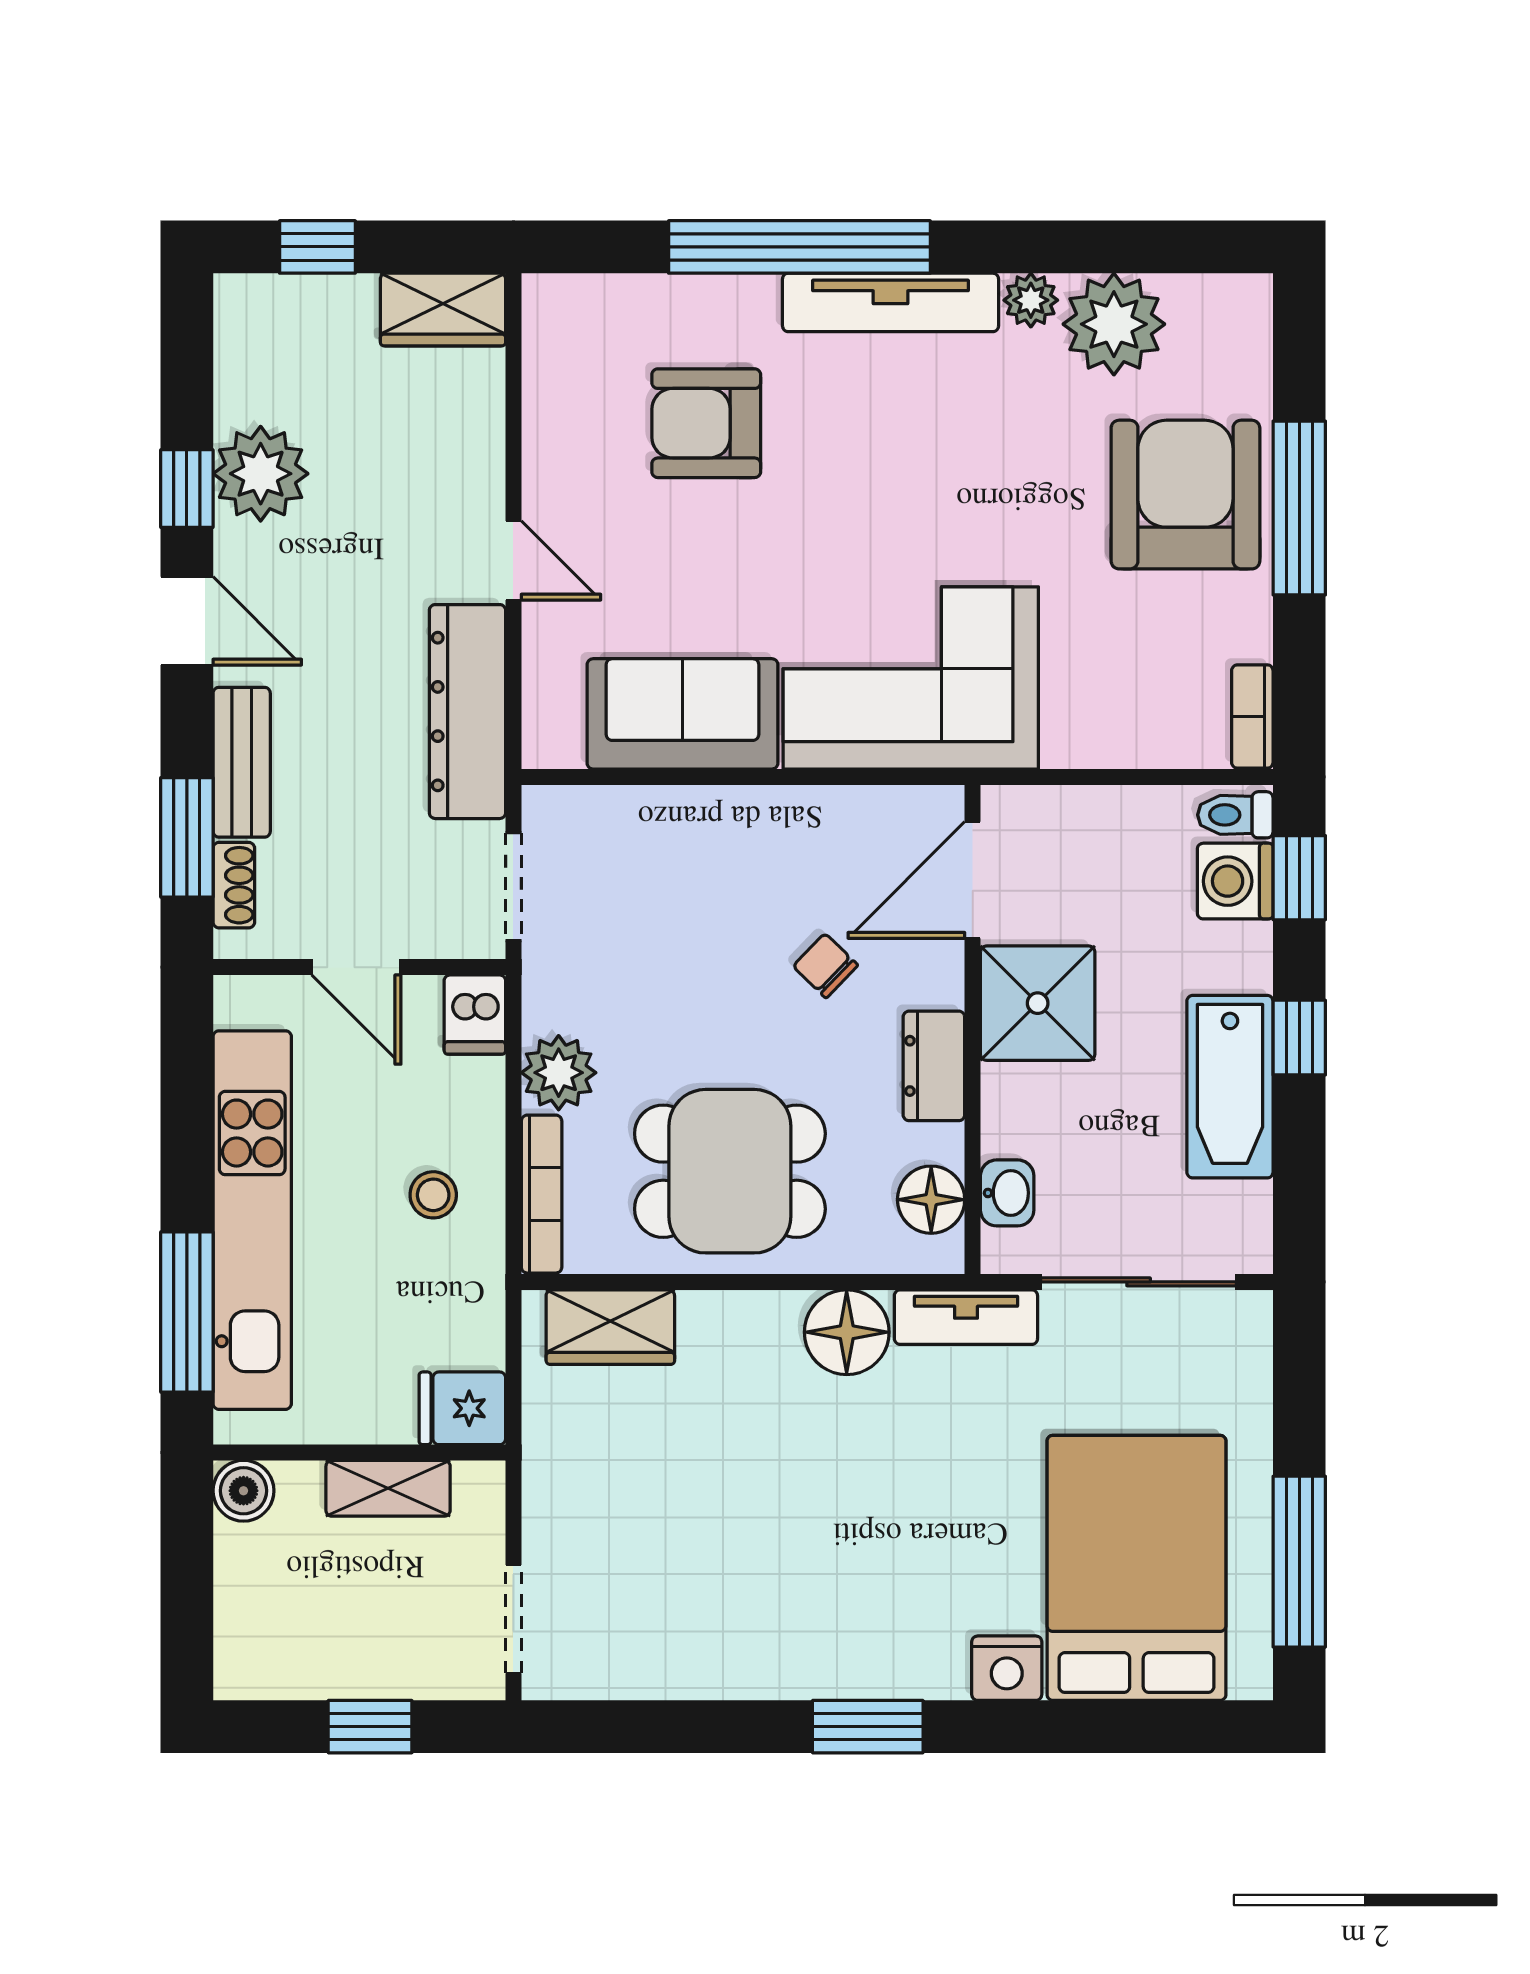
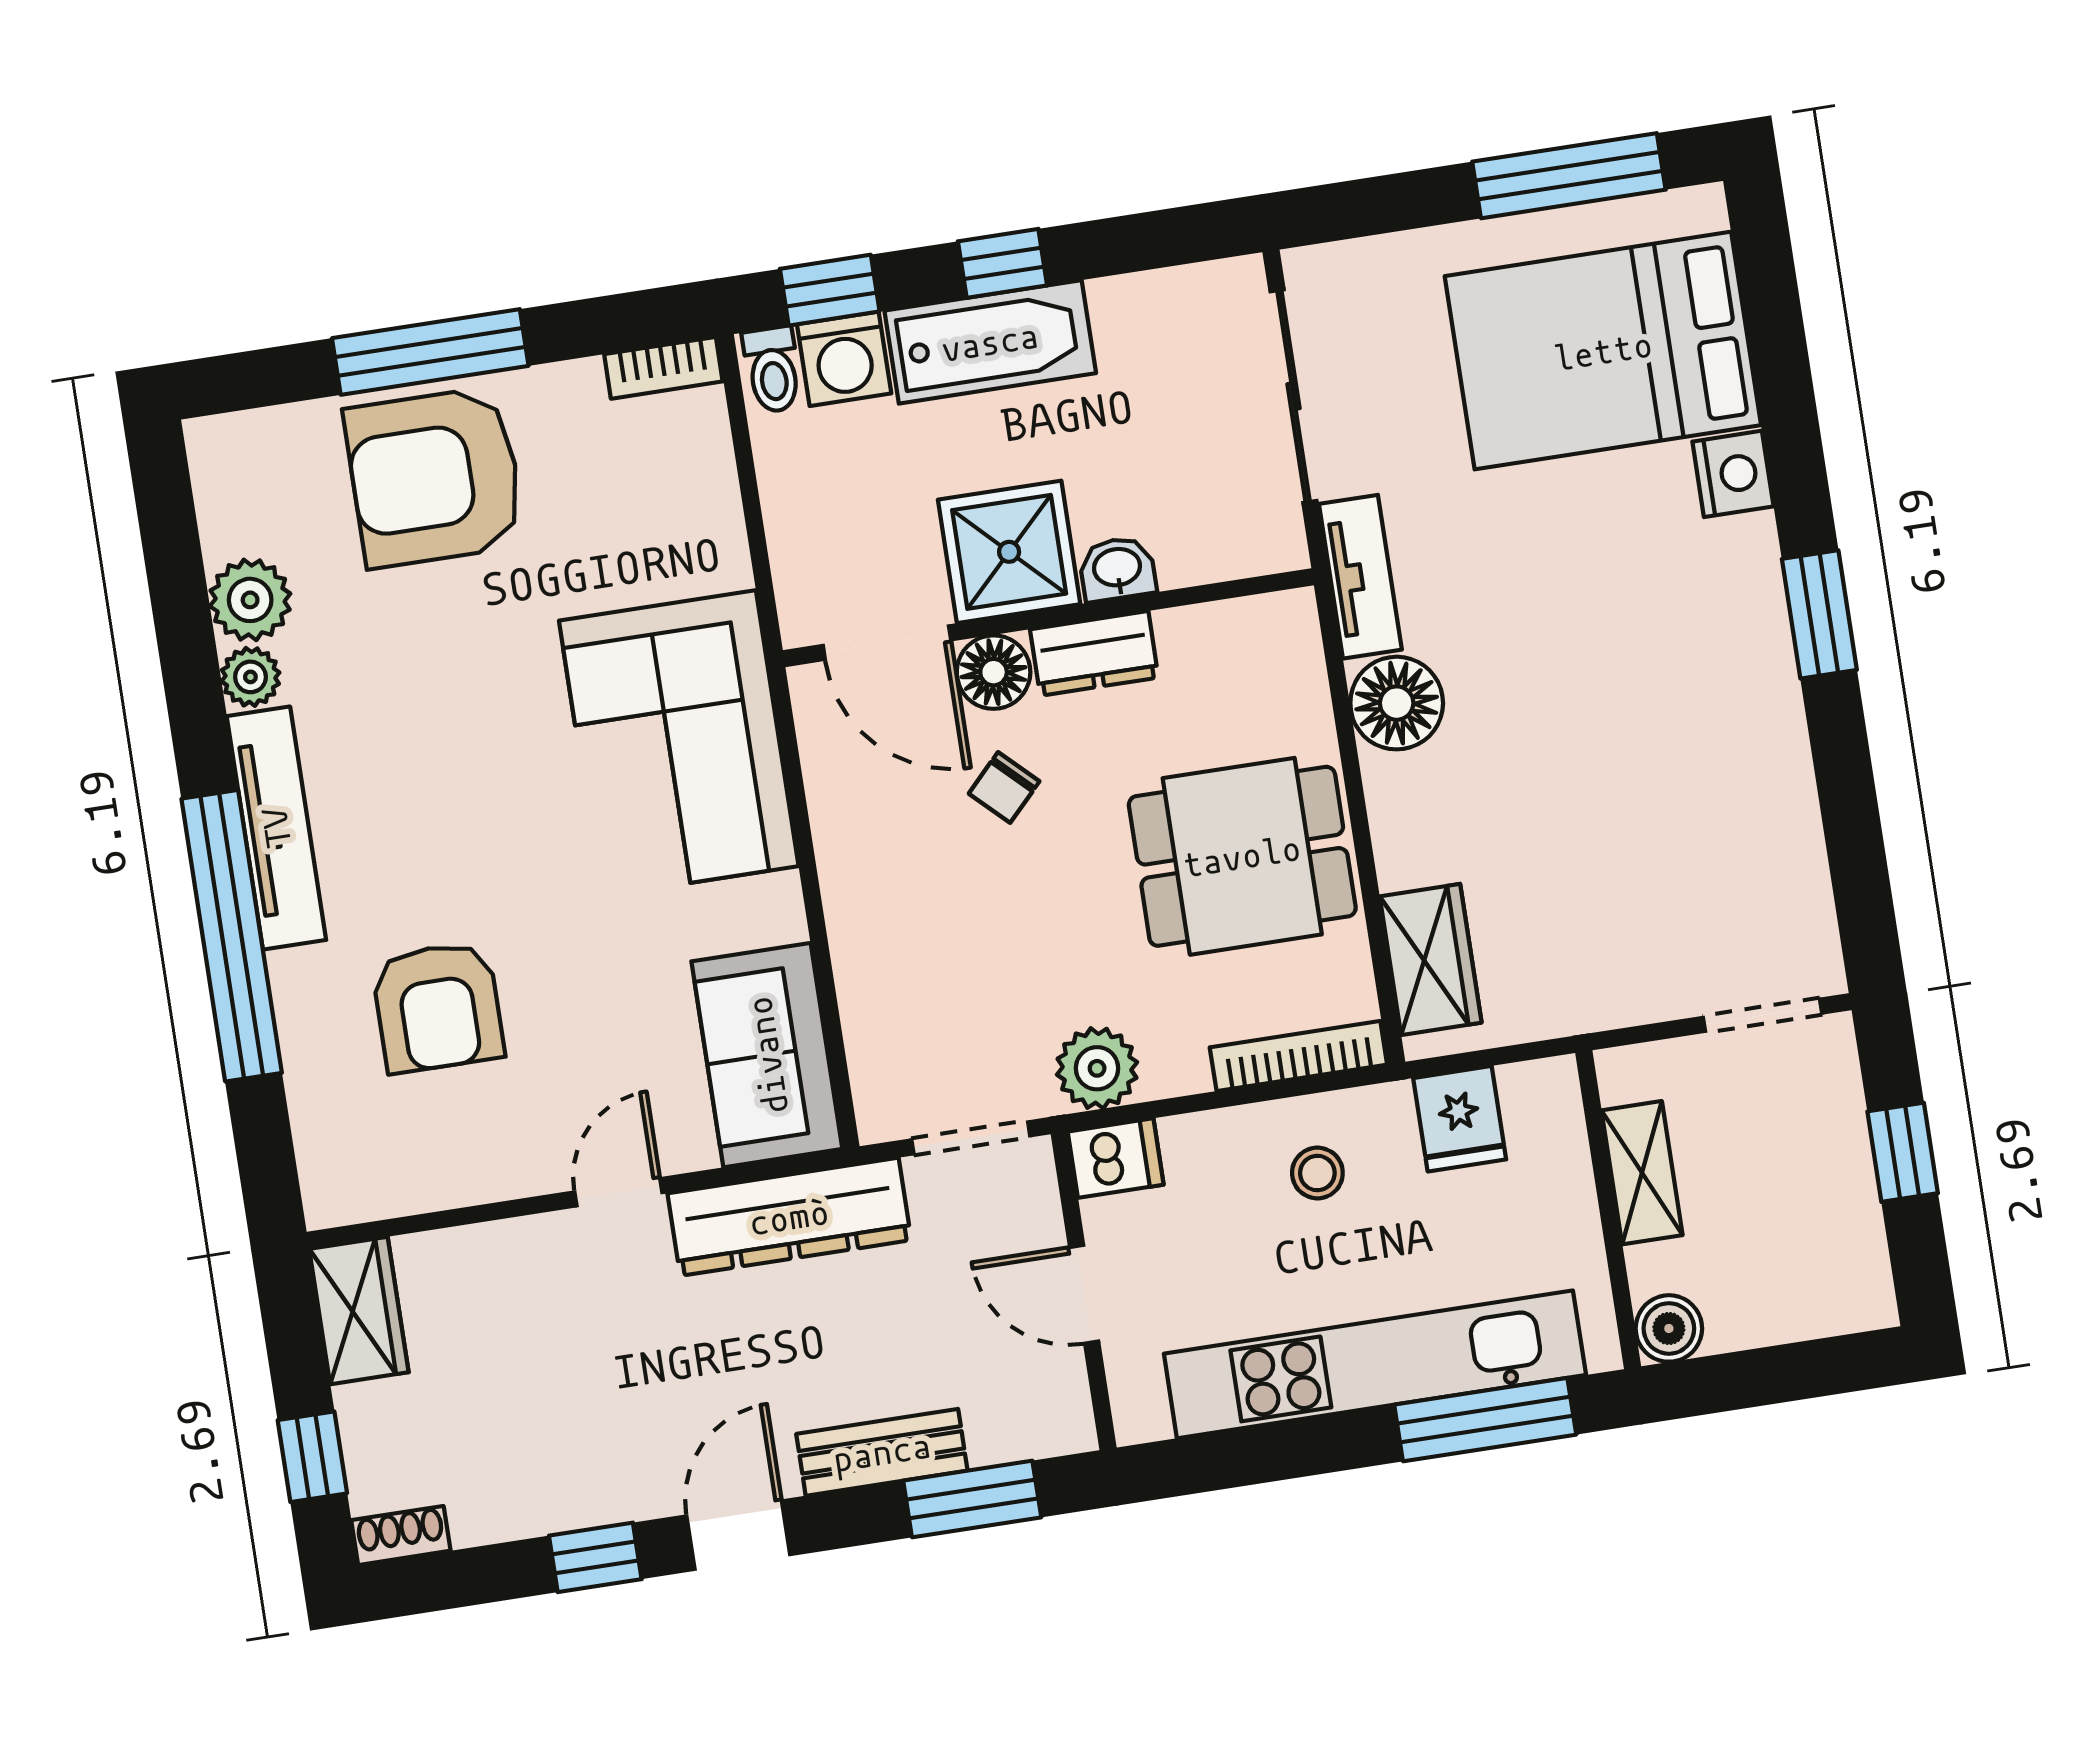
plant: (1114, 324) -> (250, 600), width x0.73, depth x0.73
plant: (261, 474) -> (567, 1480), removed
sofa: (682, 714) -> (767, 1055), moved
shoe rack: (234, 885) -> (401, 1535), moved
door: (356, 967) -> (1084, 1294), swing flipped
plant: (559, 1073) -> (1097, 1068), moved
bathtub: (1230, 1087) -> (990, 342), moved
dining table: (730, 1171) -> (1242, 856), turned 90
washbasin: (1007, 1193) -> (1117, 569), moved
floor lamp: (931, 1200) -> (994, 672), moved
fridge: (462, 1408) -> (1460, 1119), moved

